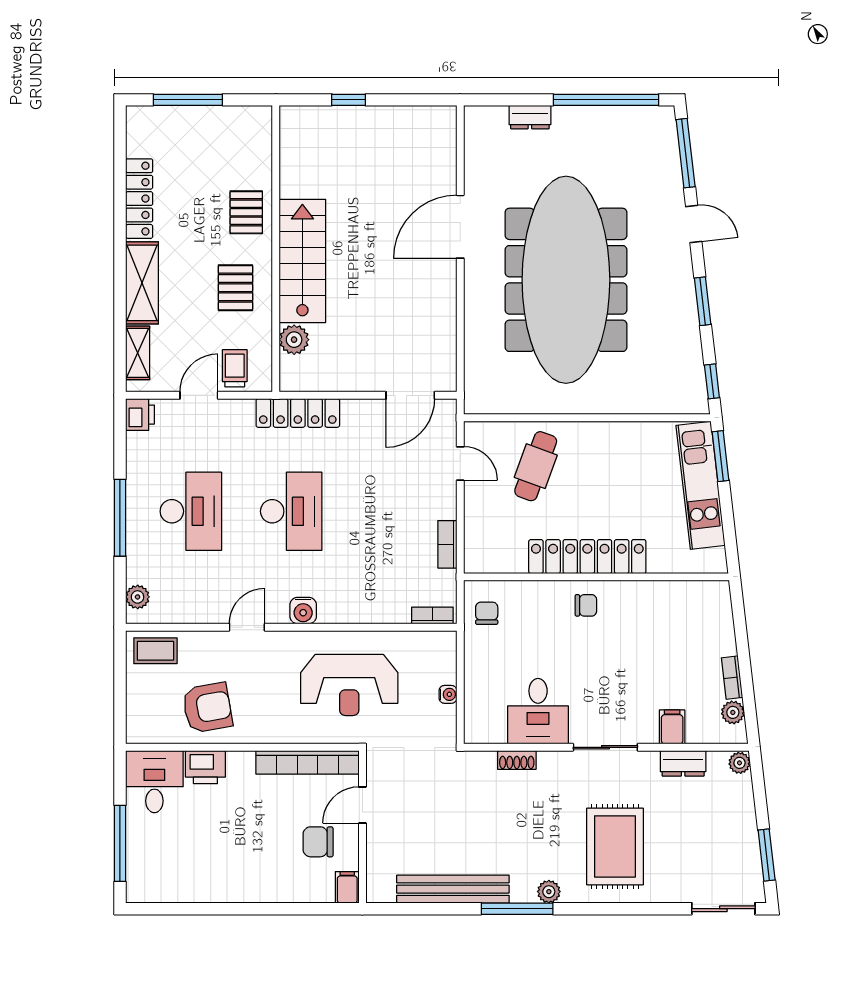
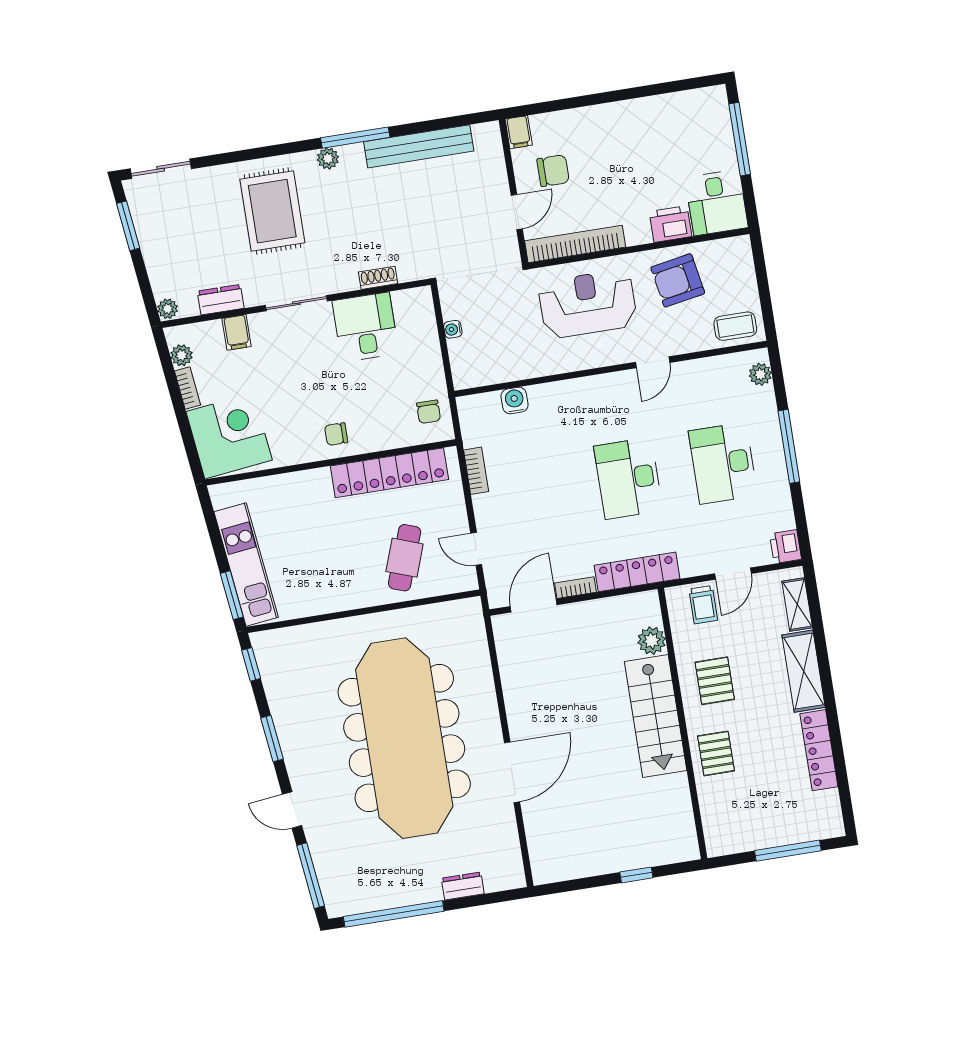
locker: (587, 557) -> (389, 473), moved
water cooler: (303, 611) -> (514, 400), moved
bookcase: (432, 615) -> (575, 588), moved, turned 180
corner desk: (697, 621) -> (229, 436), added
reception desk: (349, 685) -> (588, 304), moved

